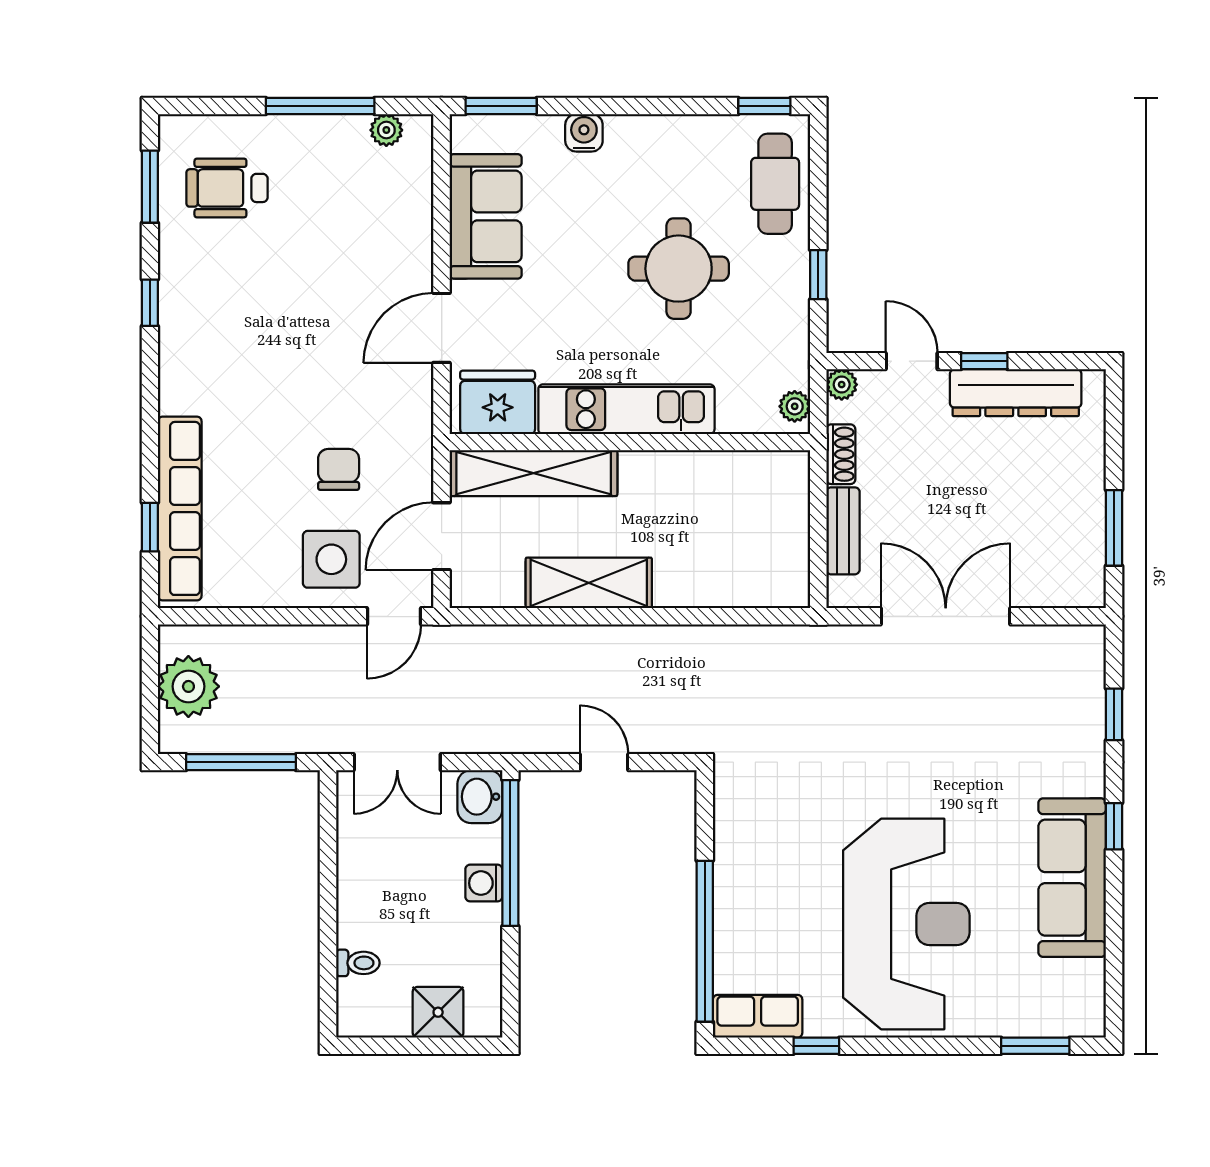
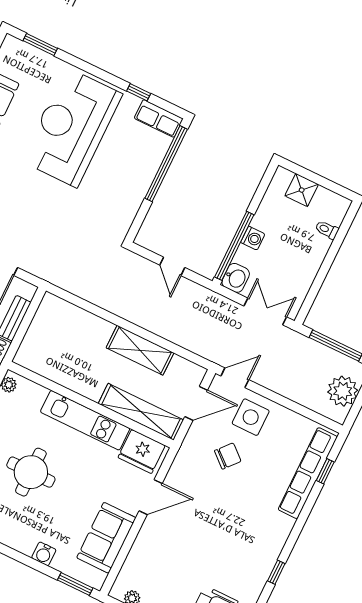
chair: (339, 469) -> (228, 456), turned -139

